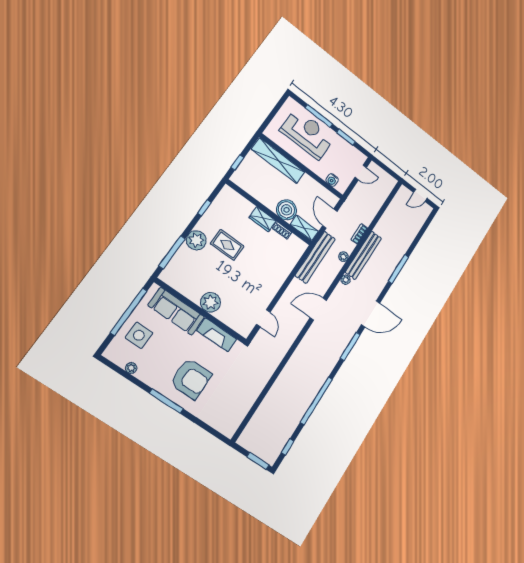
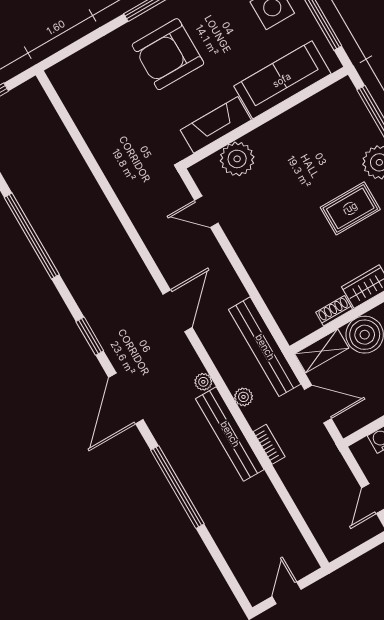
window: (398, 269) -> (177, 487), width x1.46
plant: (210, 302) -> (237, 159), moved
window: (350, 346) -> (90, 336), width x0.69

